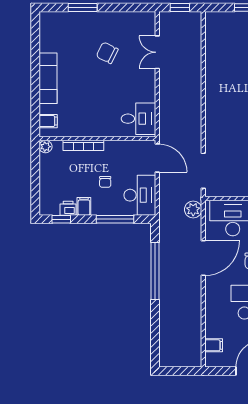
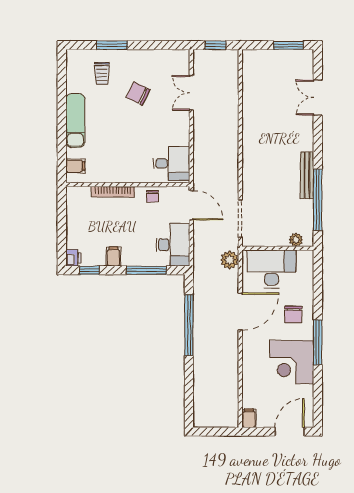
trolley: (73, 34) -> (102, 73), added
plant: (45, 147) -> (73, 193), removed
chair: (105, 182) -> (152, 196), moved
printer: (68, 208) -> (73, 258), moved, turned 90
filing cabinet: (214, 345) -> (249, 418), moved, turned -90

